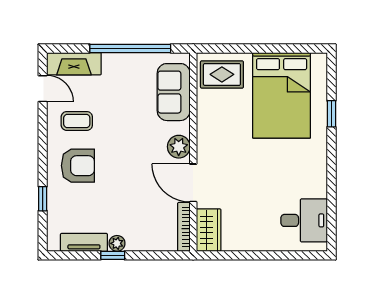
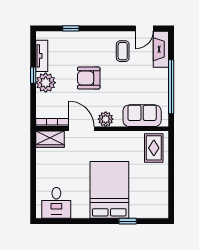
bed: (282, 95) -> (109, 190), moved, turned 90
armchair: (78, 166) -> (89, 78), moved, turned 90
door: (193, 183) -> (81, 129), hinge flipped
plant: (117, 243) -> (46, 83), width x1.87, depth x1.87

